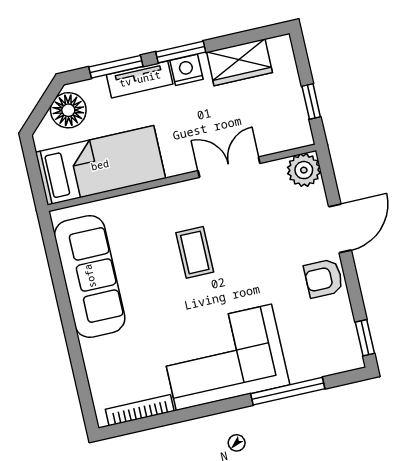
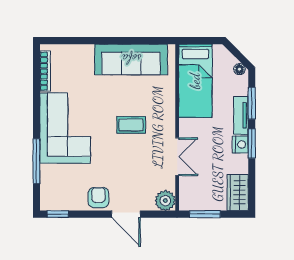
wardrobe: (239, 62) -> (238, 193), moved
window: (311, 102) -> (205, 214), width x1.50
floor lamp: (68, 110) -> (239, 69), width x0.53, depth x0.53

